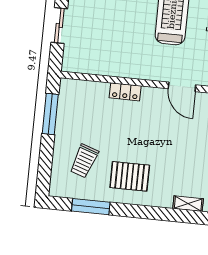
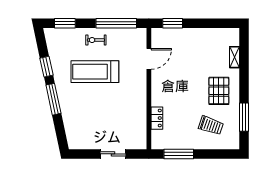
locker: (125, 92) -> (157, 118), moved
shelving: (188, 204) -> (235, 57), moved

